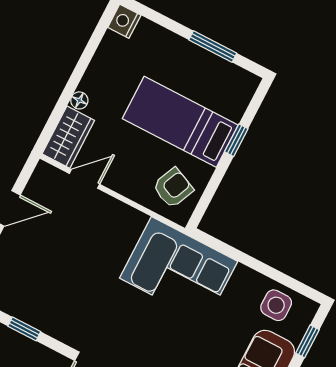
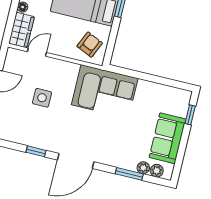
side table: (276, 305) -> (42, 98), moved
window: (24, 329) -> (36, 151), moved

